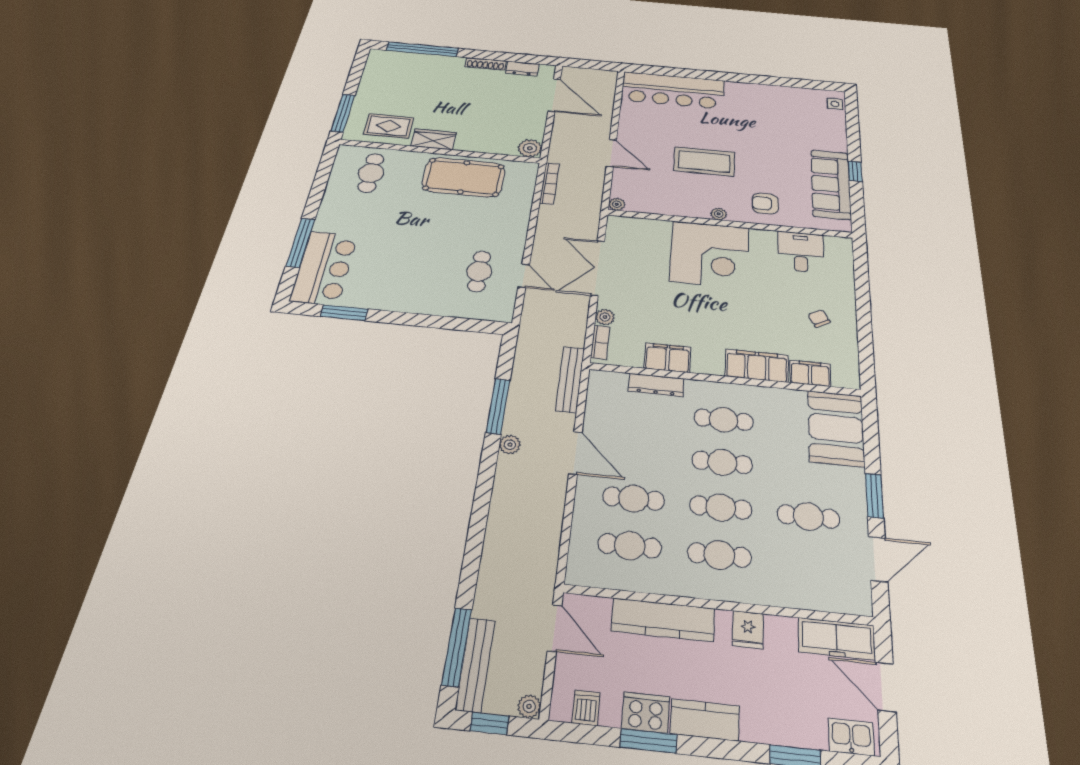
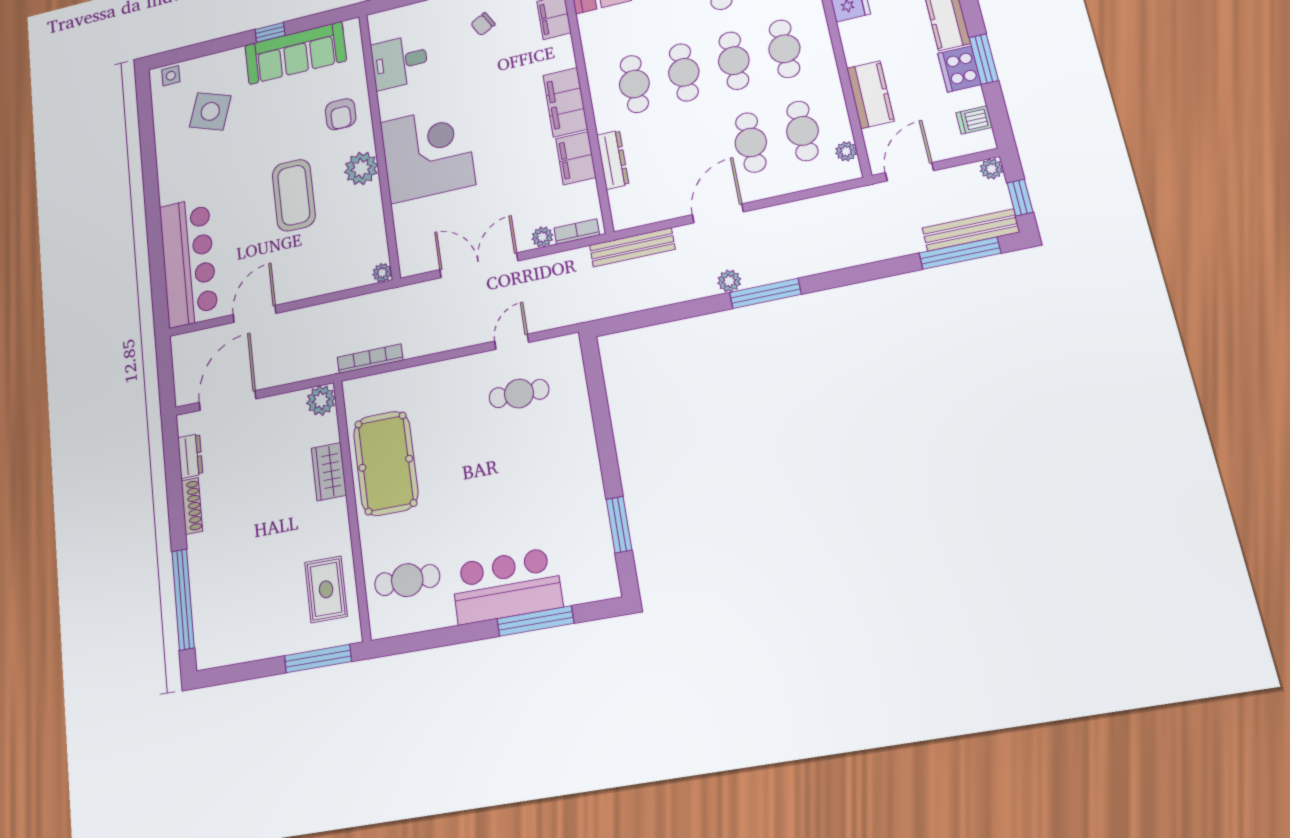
side table: (795, 123) -> (210, 111), added
wardrobe: (434, 139) -> (329, 472), moved
door: (611, 153) -> (254, 314), moved
plant: (719, 214) -> (361, 168), width x1.88, depth x1.88
bar counter: (324, 268) -> (506, 586), moved
double door: (598, 268) -> (479, 265), swing flipped
filing cabinet: (757, 366) -> (565, 102), moved
window: (498, 406) -> (765, 293), moved
plant: (596, 578) -> (846, 151), added
kitchen counter: (663, 620) -> (870, 95), width x0.67

